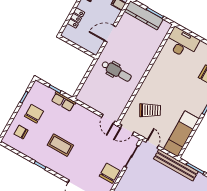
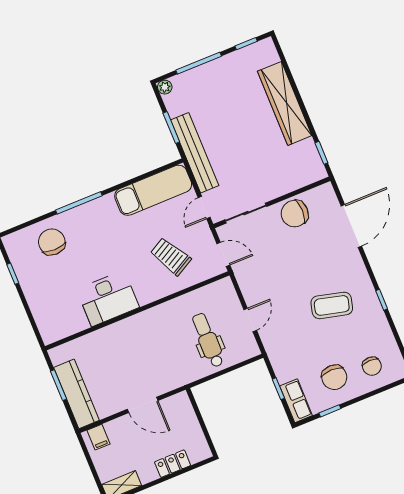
desk: (182, 43) -> (108, 298), moved, turned -90
dental chair: (116, 71) -> (208, 340), moved
row of seats: (63, 101) -> (296, 401), moved
chair: (34, 114) -> (334, 377), turned -90
door: (108, 119) -> (250, 320), moved
coffee table: (60, 145) -> (332, 305), turned -76

